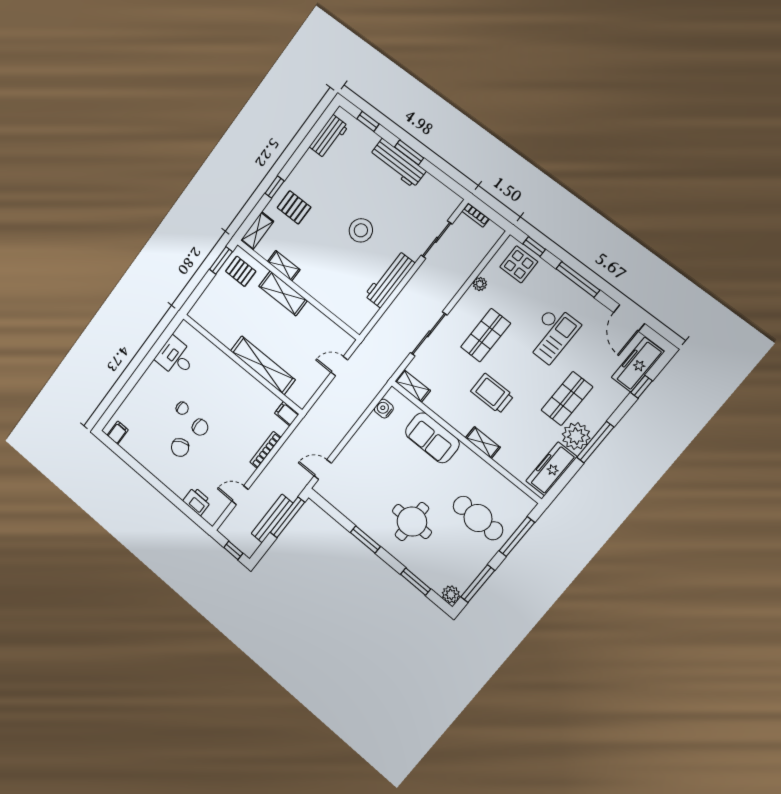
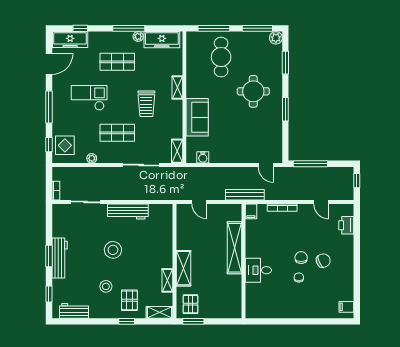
stool: (328, 192) -> (106, 286), added
desk: (176, 357) -> (258, 270), moved, turned 90
plant: (576, 436) -> (138, 36), width x0.53, depth x0.53
bench: (272, 518) -> (245, 195), moved

